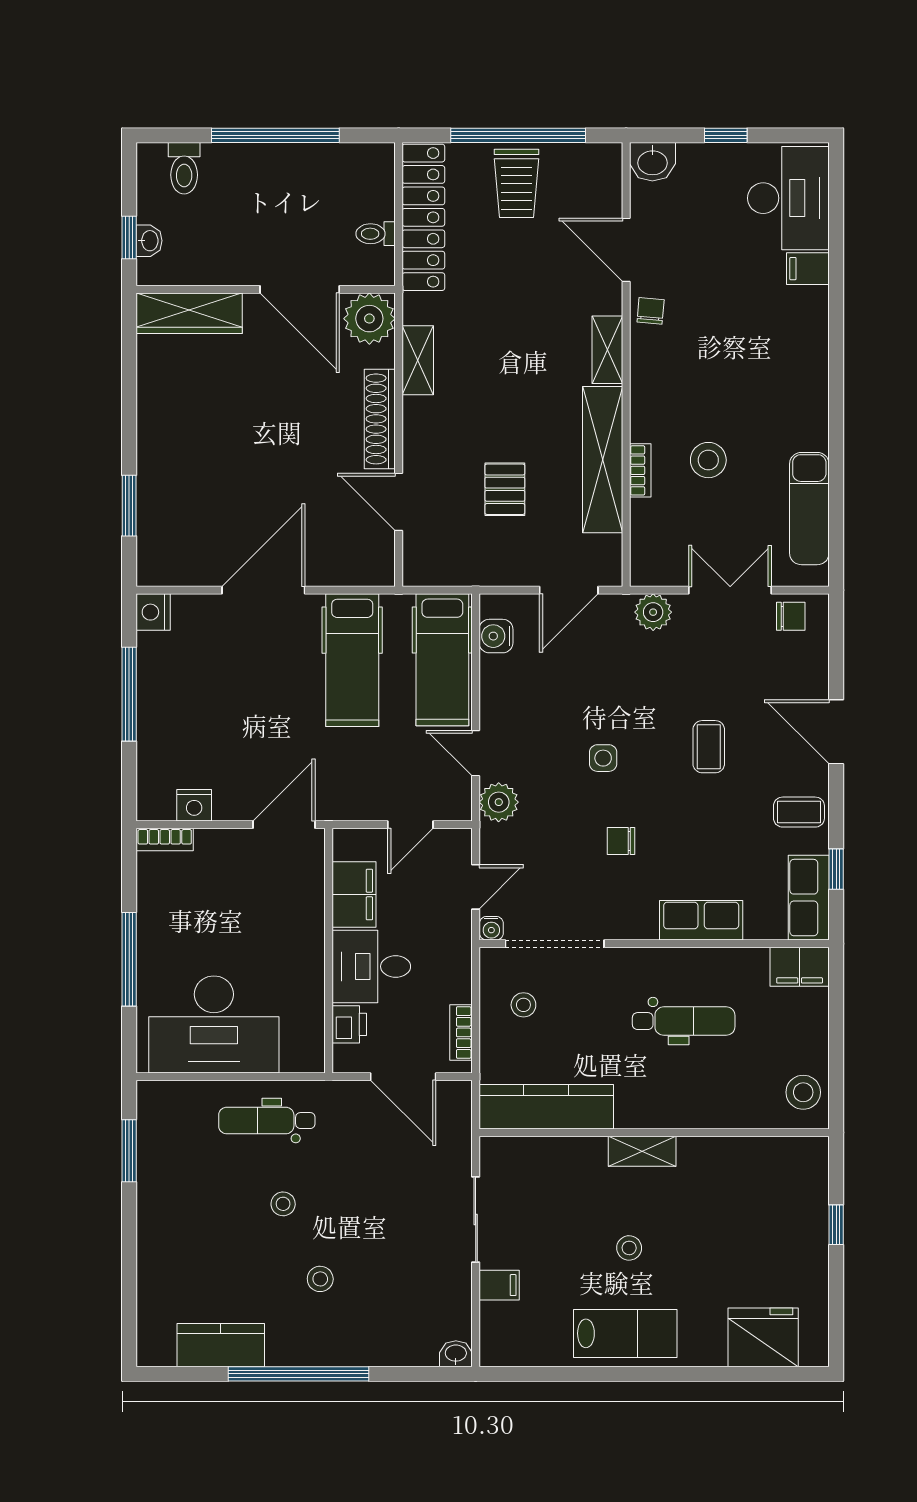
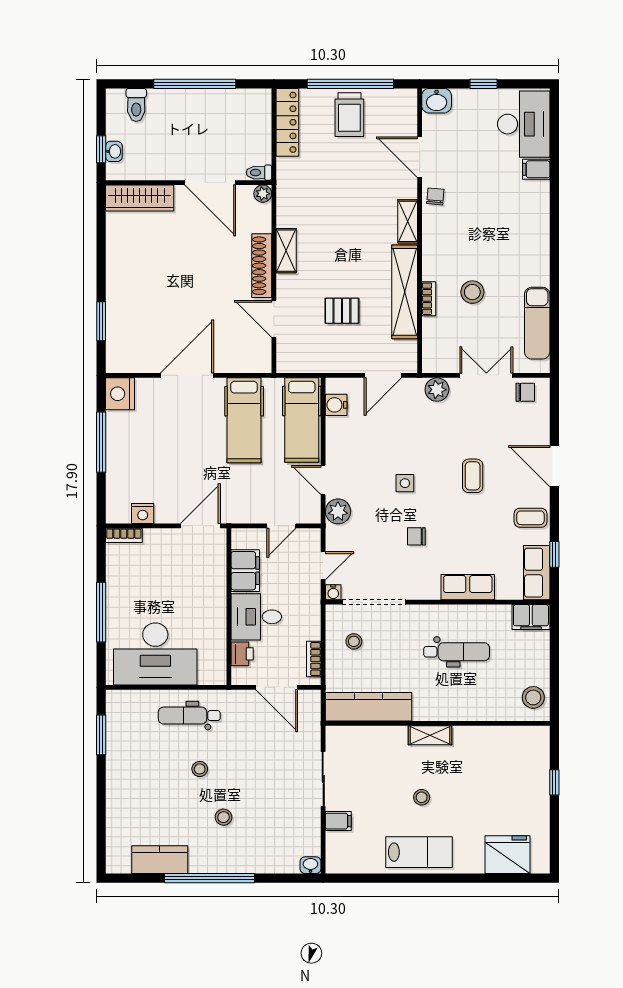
locker: (423, 217) -> (287, 122), width x0.71, depth x0.83
toilet: (376, 234) -> (259, 173), moved
plant: (369, 319) -> (263, 194), width x0.53, depth x0.53
shelving: (418, 360) -> (286, 251), moved
pallet: (505, 489) -> (342, 311), turned 90
nightstand: (153, 612) -> (120, 394), width x1.36, depth x1.33

